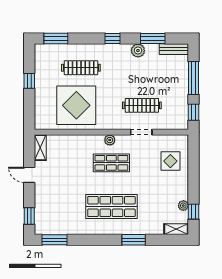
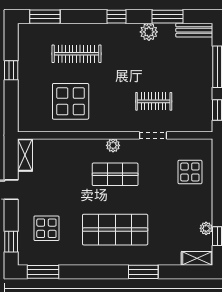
display table: (76, 105) -> (71, 101), width x0.73, depth x0.73
clothes rail: (142, 105) -> (154, 101), width x0.73
display table: (57, 205) -> (46, 228), added

